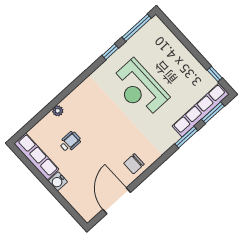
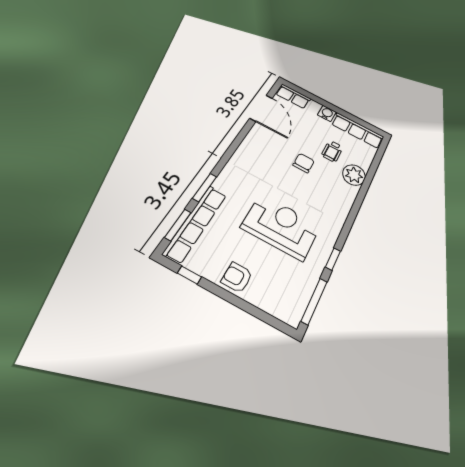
armchair: (184, 62) -> (237, 277), added
plant: (58, 111) -> (354, 175), width x1.88, depth x1.88
chair: (134, 164) -> (304, 163), moved
row of seats: (82, 207) -> (293, 96), added

